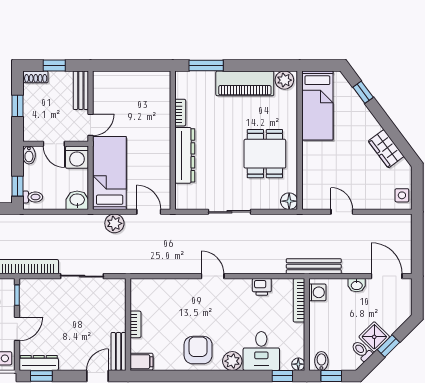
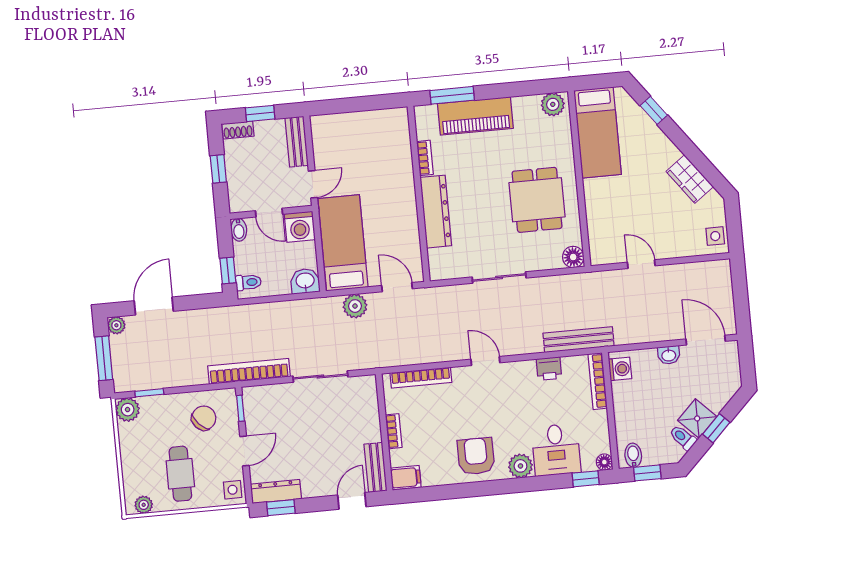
piano: (245, 83) -> (475, 116), moved
bench: (314, 266) -> (579, 340), moved
bookcase: (161, 284) -> (421, 378), added

